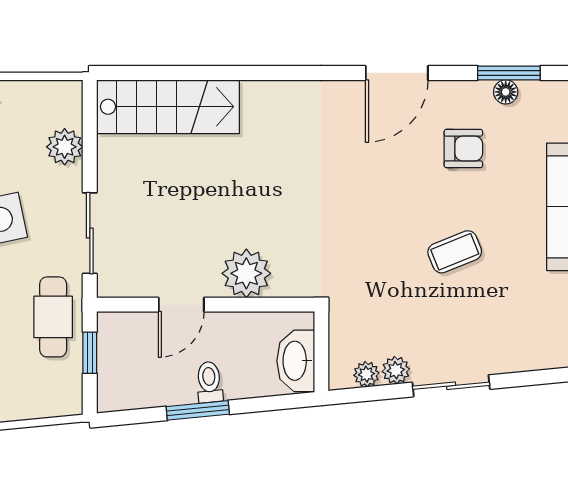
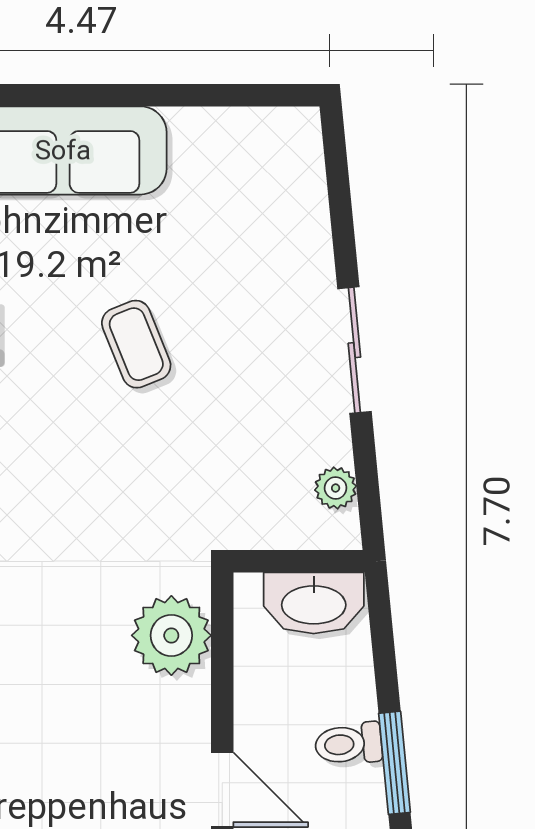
plant: (246, 273) -> (171, 635), moved
plant: (396, 370) -> (329, 440), removed

